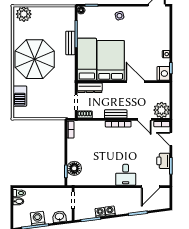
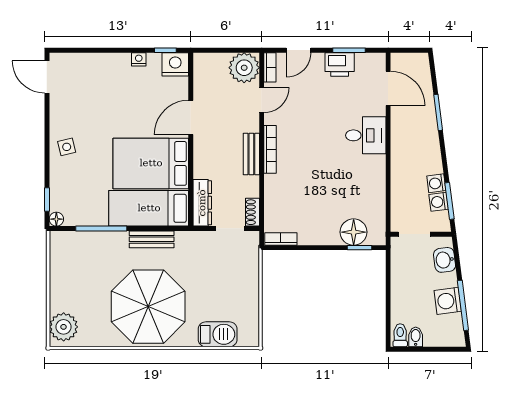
bench: (70, 43) -> (152, 239), moved
washing machine: (110, 211) -> (439, 202), moved

